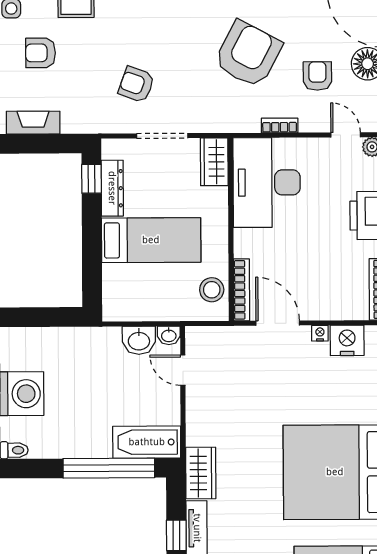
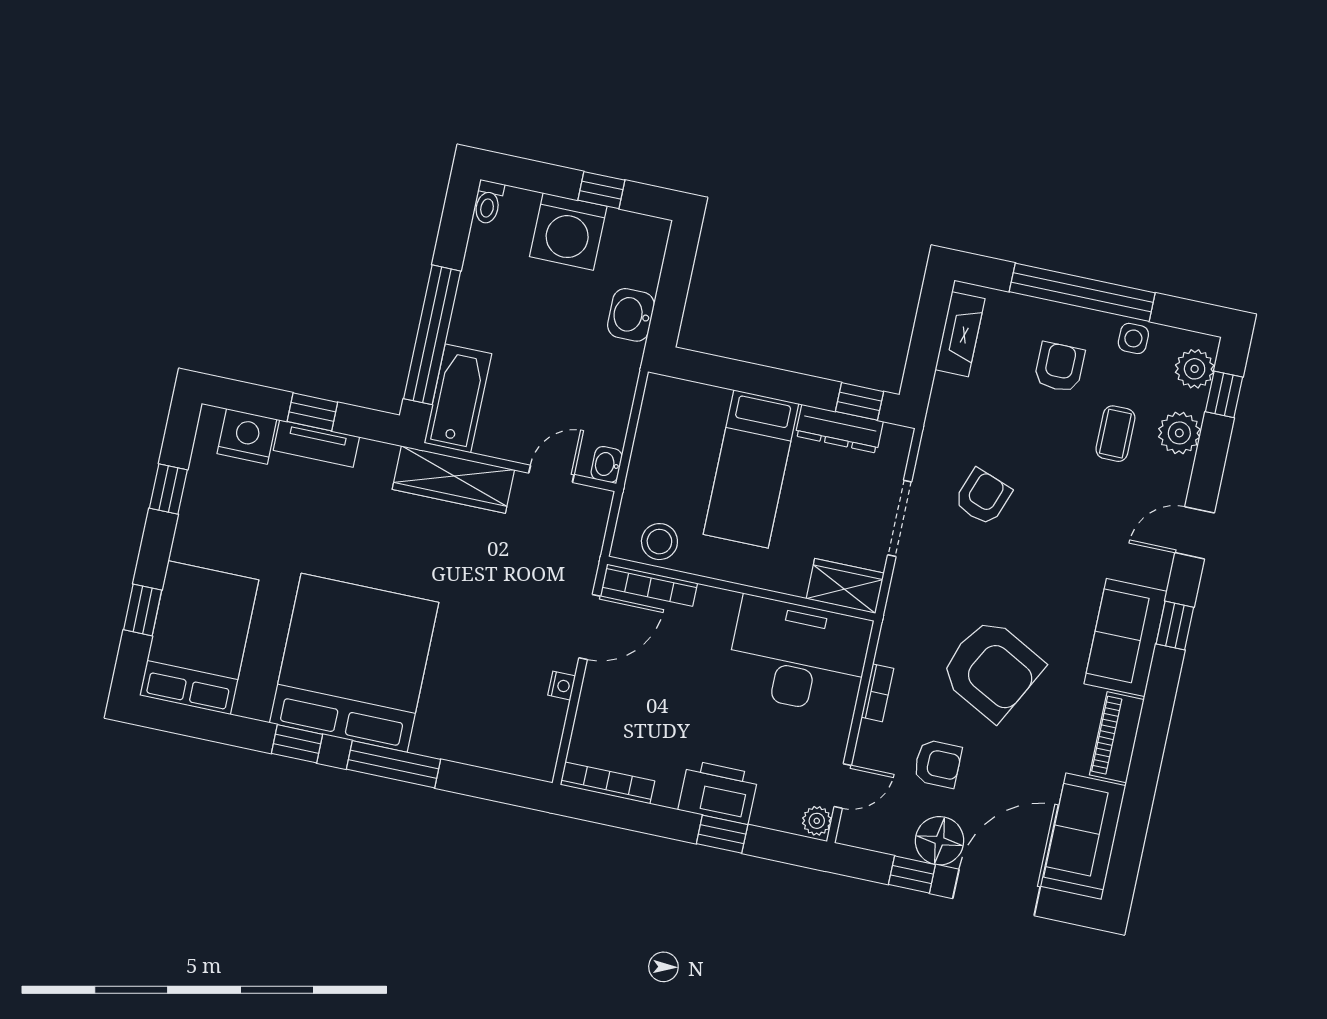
washbasin: (139, 340) -> (631, 315), moved
nightstand: (347, 340) -> (542, 723), removed
wardrobe: (201, 473) -> (453, 480), moved, width x1.50

